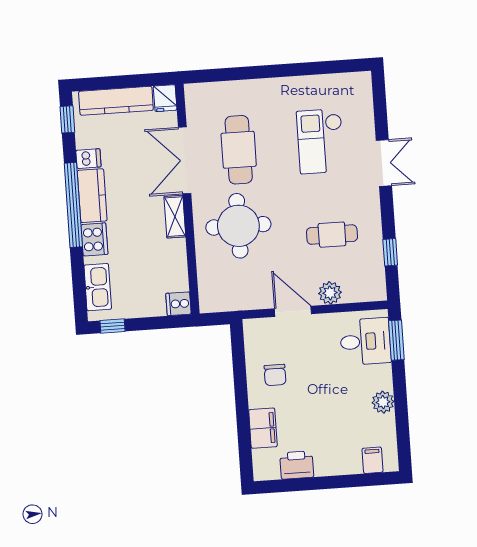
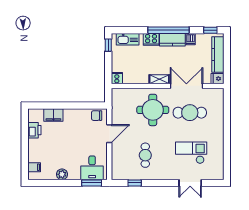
double door: (384, 163) -> (190, 183), moved
plant: (330, 293) -> (117, 152), removed
chair: (275, 375) -> (97, 116), moved

